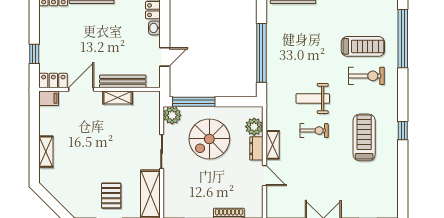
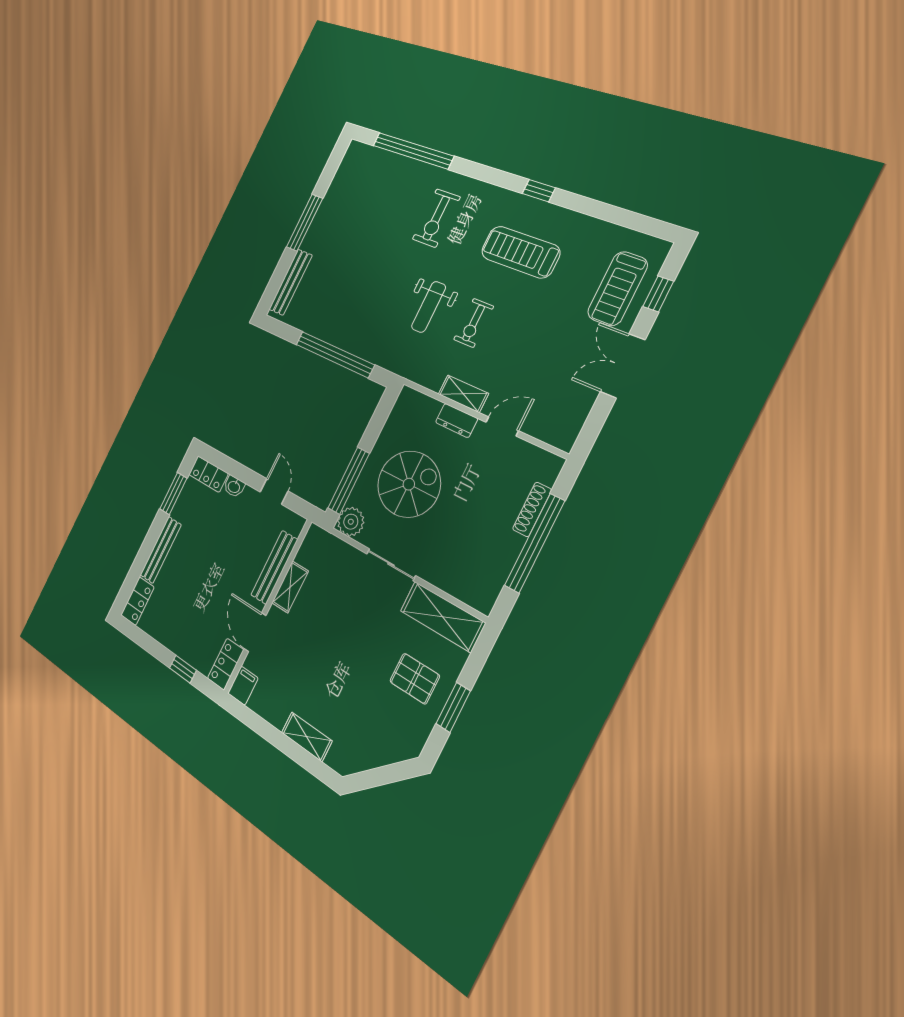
treadmill: (363, 46) -> (618, 289), moved, turned 180
exercise bike: (366, 76) -> (436, 218), turned 180
plant: (254, 127) -> (425, 410), removed
exercise bike: (314, 131) -> (474, 323), turned 180
spiral stairs: (209, 139) -> (409, 484), turned -90

